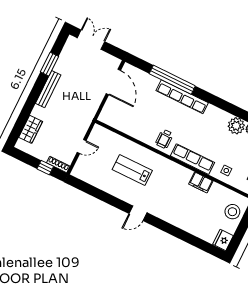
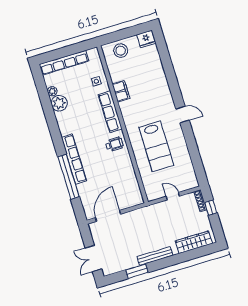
wardrobe: (31, 129) -> (194, 242), width x1.50
lab bench: (132, 170) -> (156, 146), width x1.36, depth x1.39

